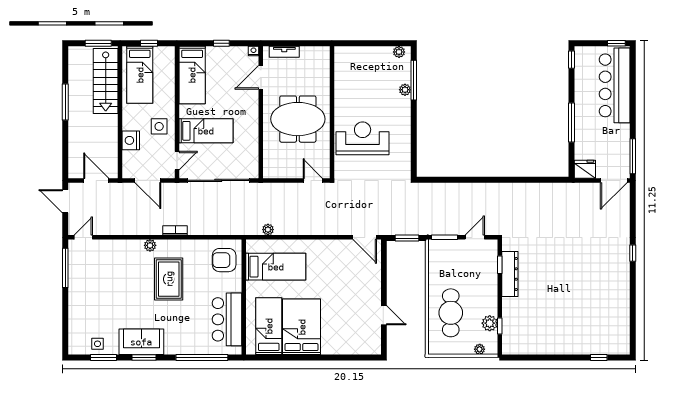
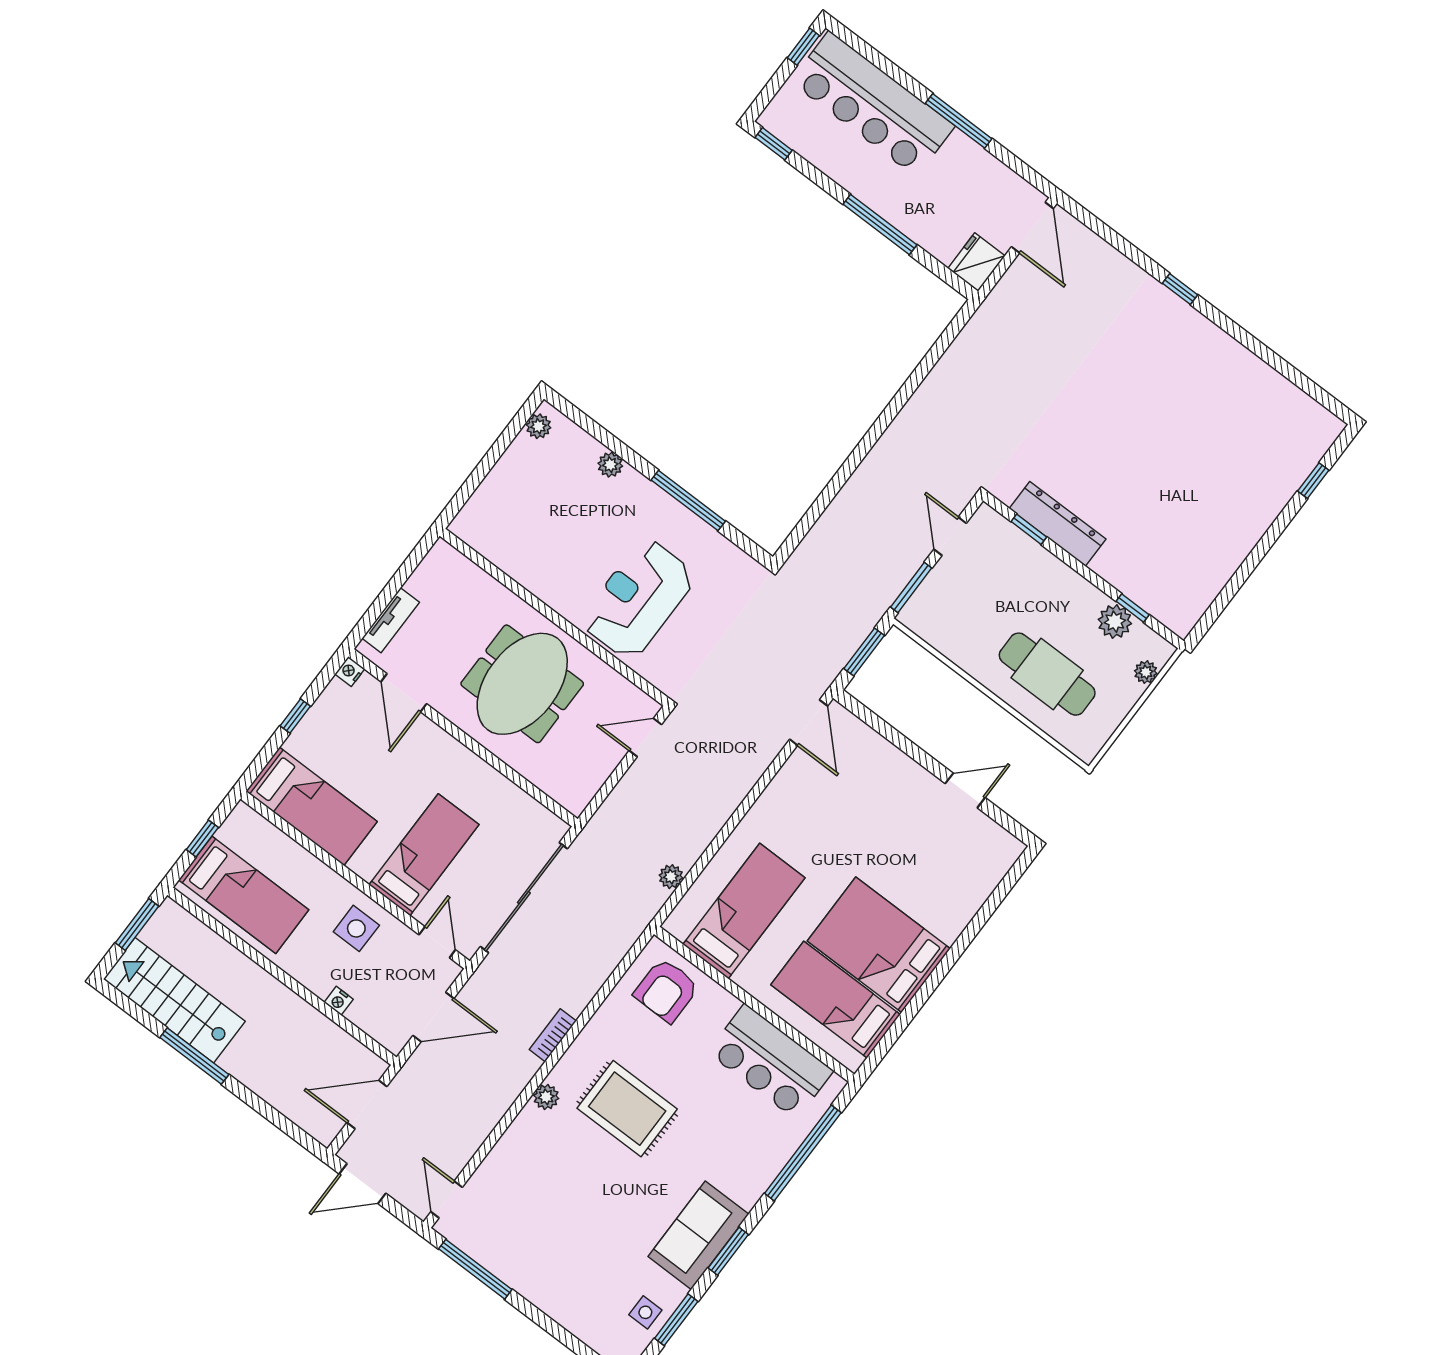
window: (414, 80) -> (688, 501), moved
stairs: (106, 81) -> (174, 1000), moved, turned 180
nightstand: (131, 140) -> (339, 1001), width x0.53, depth x0.56
window: (633, 156) -> (959, 121), moved
door: (365, 237) -> (809, 723), hinge flipped

